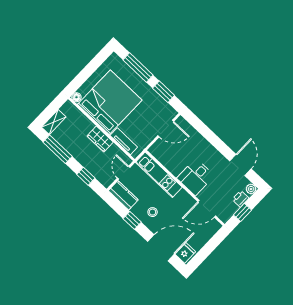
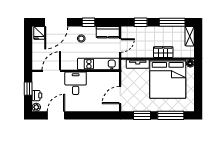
wardrobe: (100, 139) -> (163, 52), moved
door: (240, 165) -> (56, 115), swing flipped
door: (124, 173) -> (120, 45), hinge flipped

